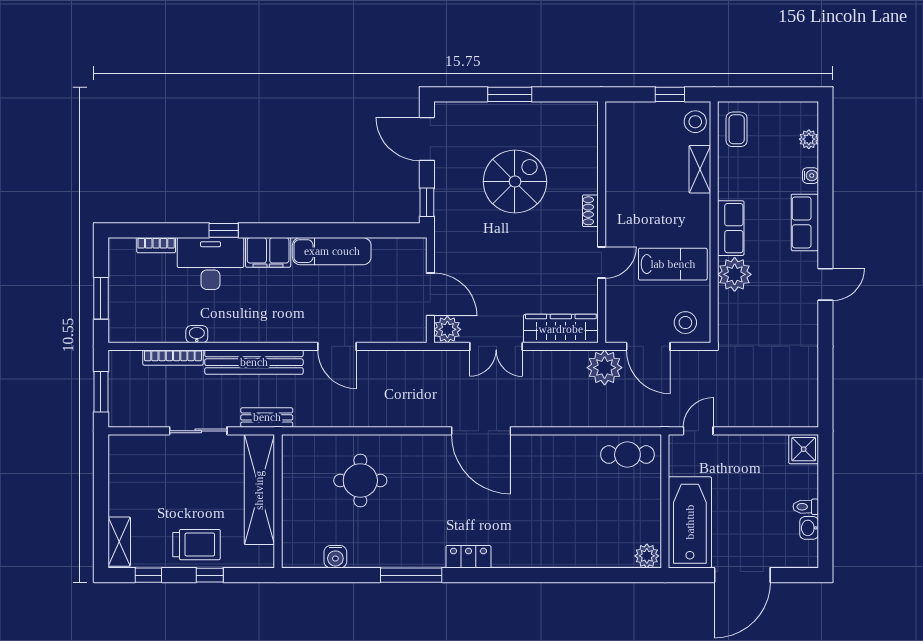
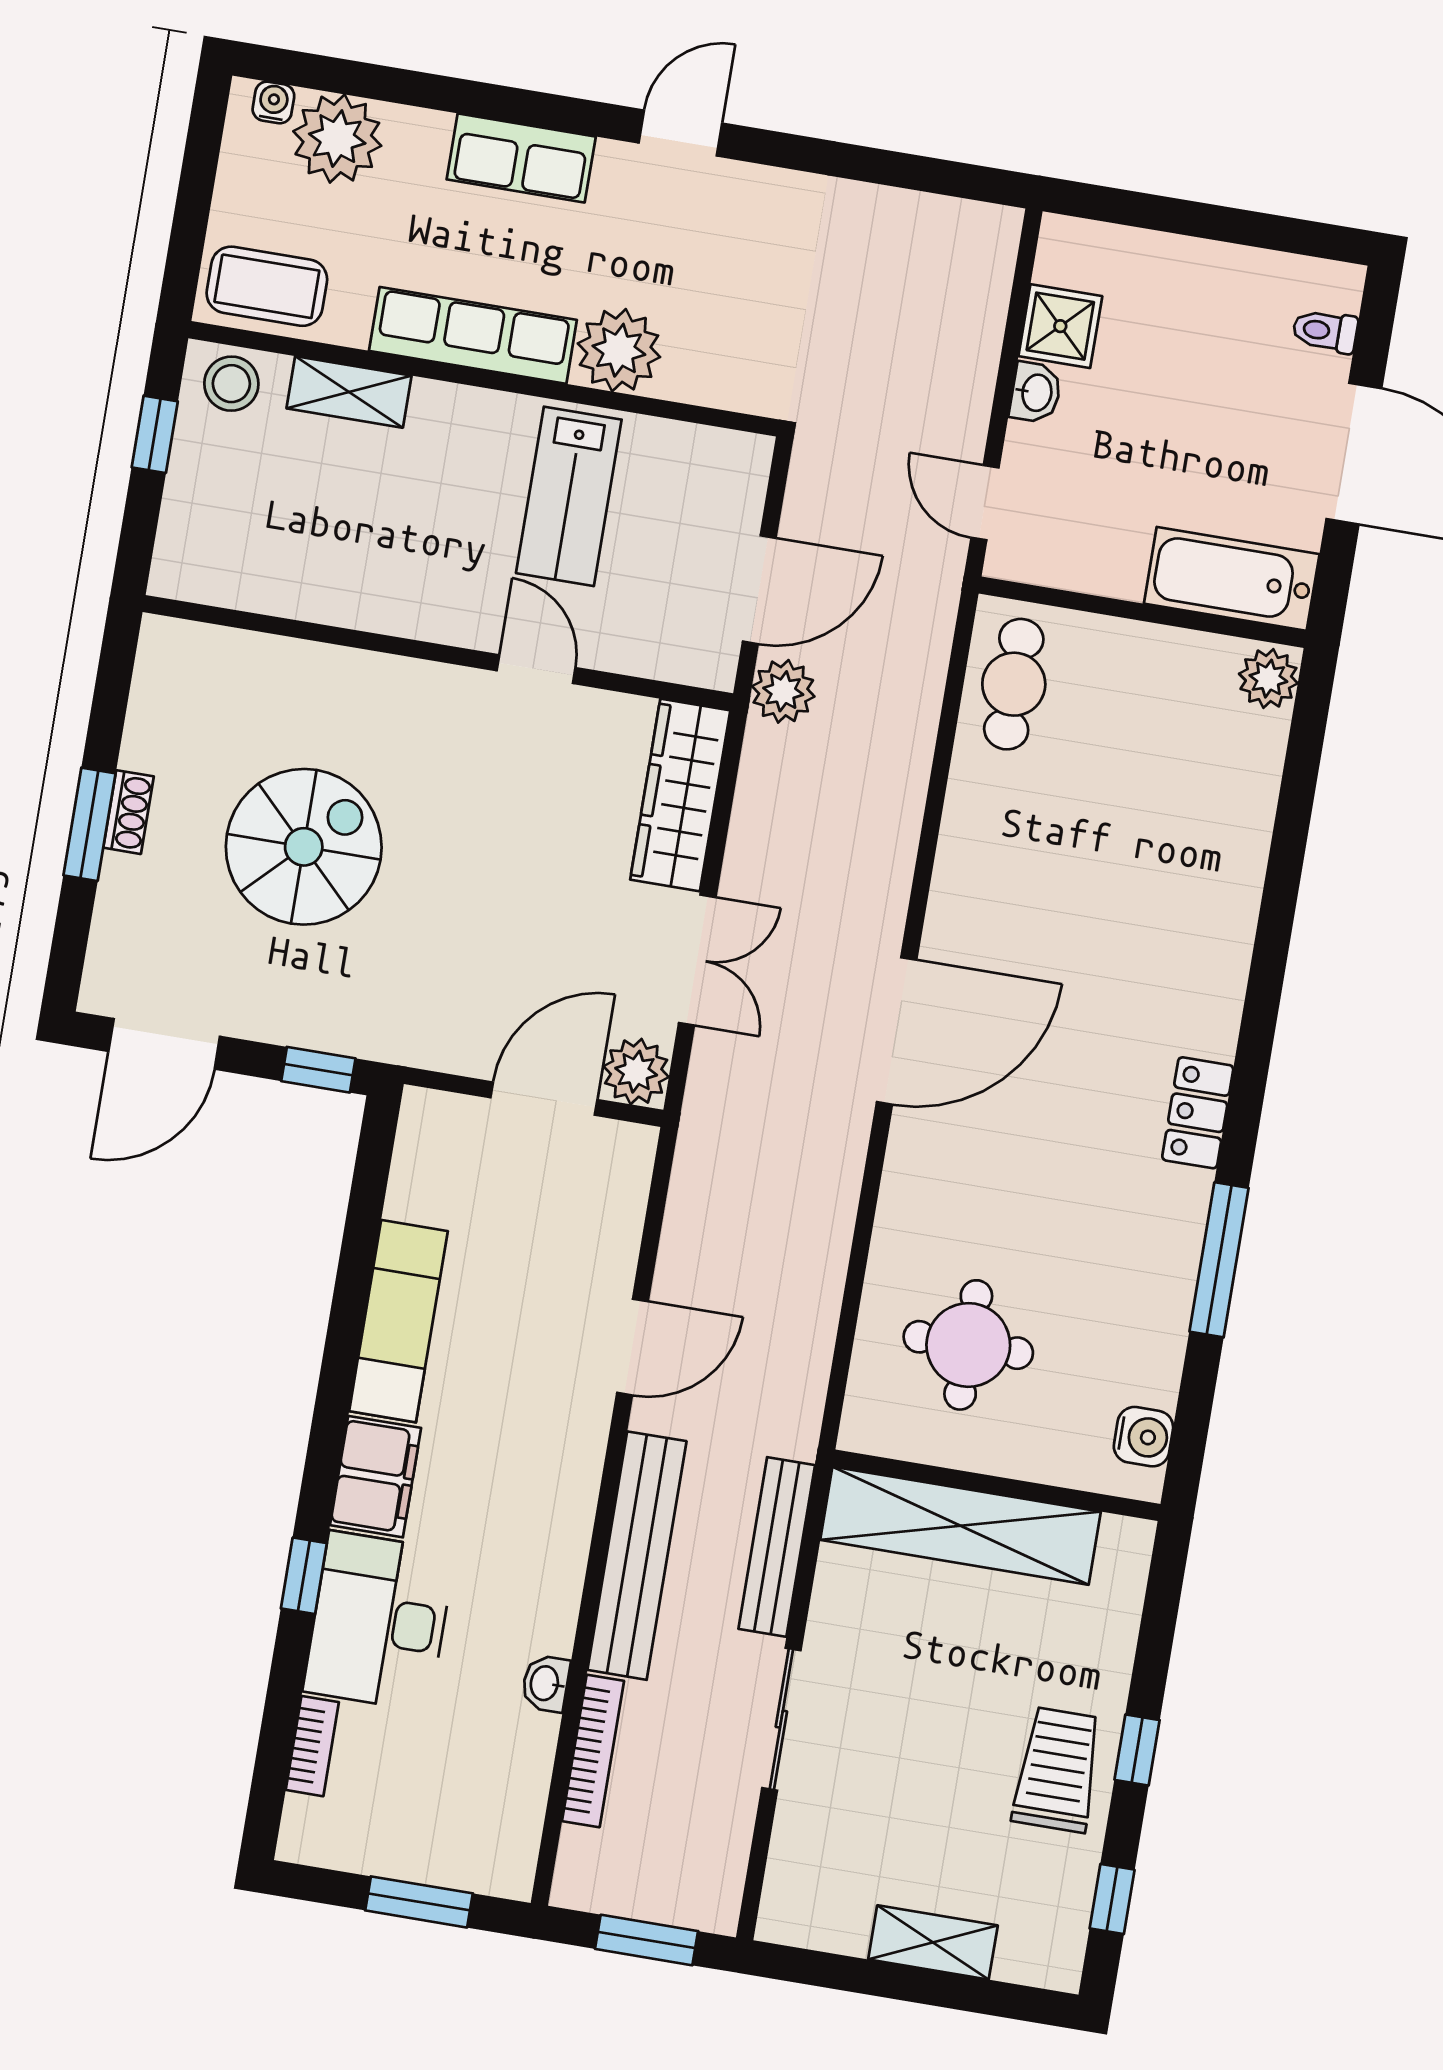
coffee table: (737, 129) -> (267, 286), width x1.36, depth x1.30
plant: (809, 139) -> (337, 139), width x1.87, depth x1.87
water cooler: (810, 176) -> (273, 102), moved
spiral stairs: (515, 182) -> (304, 847), turned 90
shoe rack: (590, 211) -> (128, 812), moved, turned -90
row of seats: (731, 228) -> (473, 335), width x1.48
lab bench: (673, 264) -> (569, 496), turned 180
door: (825, 284) -> (680, 133), hinge flipped
stool: (685, 323) -> (716, 490), removed
plant: (605, 368) -> (783, 691), width x0.73, depth x0.73
bench: (267, 417) -> (777, 1547), width x1.36
shower: (804, 449) -> (1060, 326), moved
shelving: (259, 490) -> (961, 1526), moved
wall: (278, 501) -> (997, 1485), moved
toilet: (806, 507) -> (1325, 331), moved, turned 90
bathtub: (690, 522) -> (1232, 579), width x0.73, depth x0.73
washbasin: (809, 528) -> (1036, 393), moved, turned -90
shelving: (119, 542) -> (933, 1942), moved

